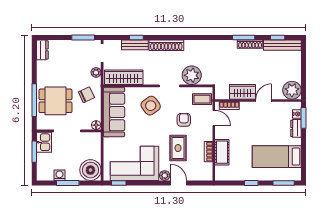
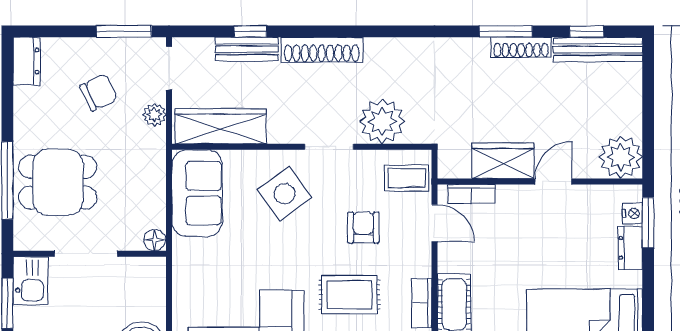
chair: (86, 95) -> (99, 92), moved
sofa: (114, 112) -> (197, 193), width x0.73
rug: (178, 148) -> (349, 295), turned 90

